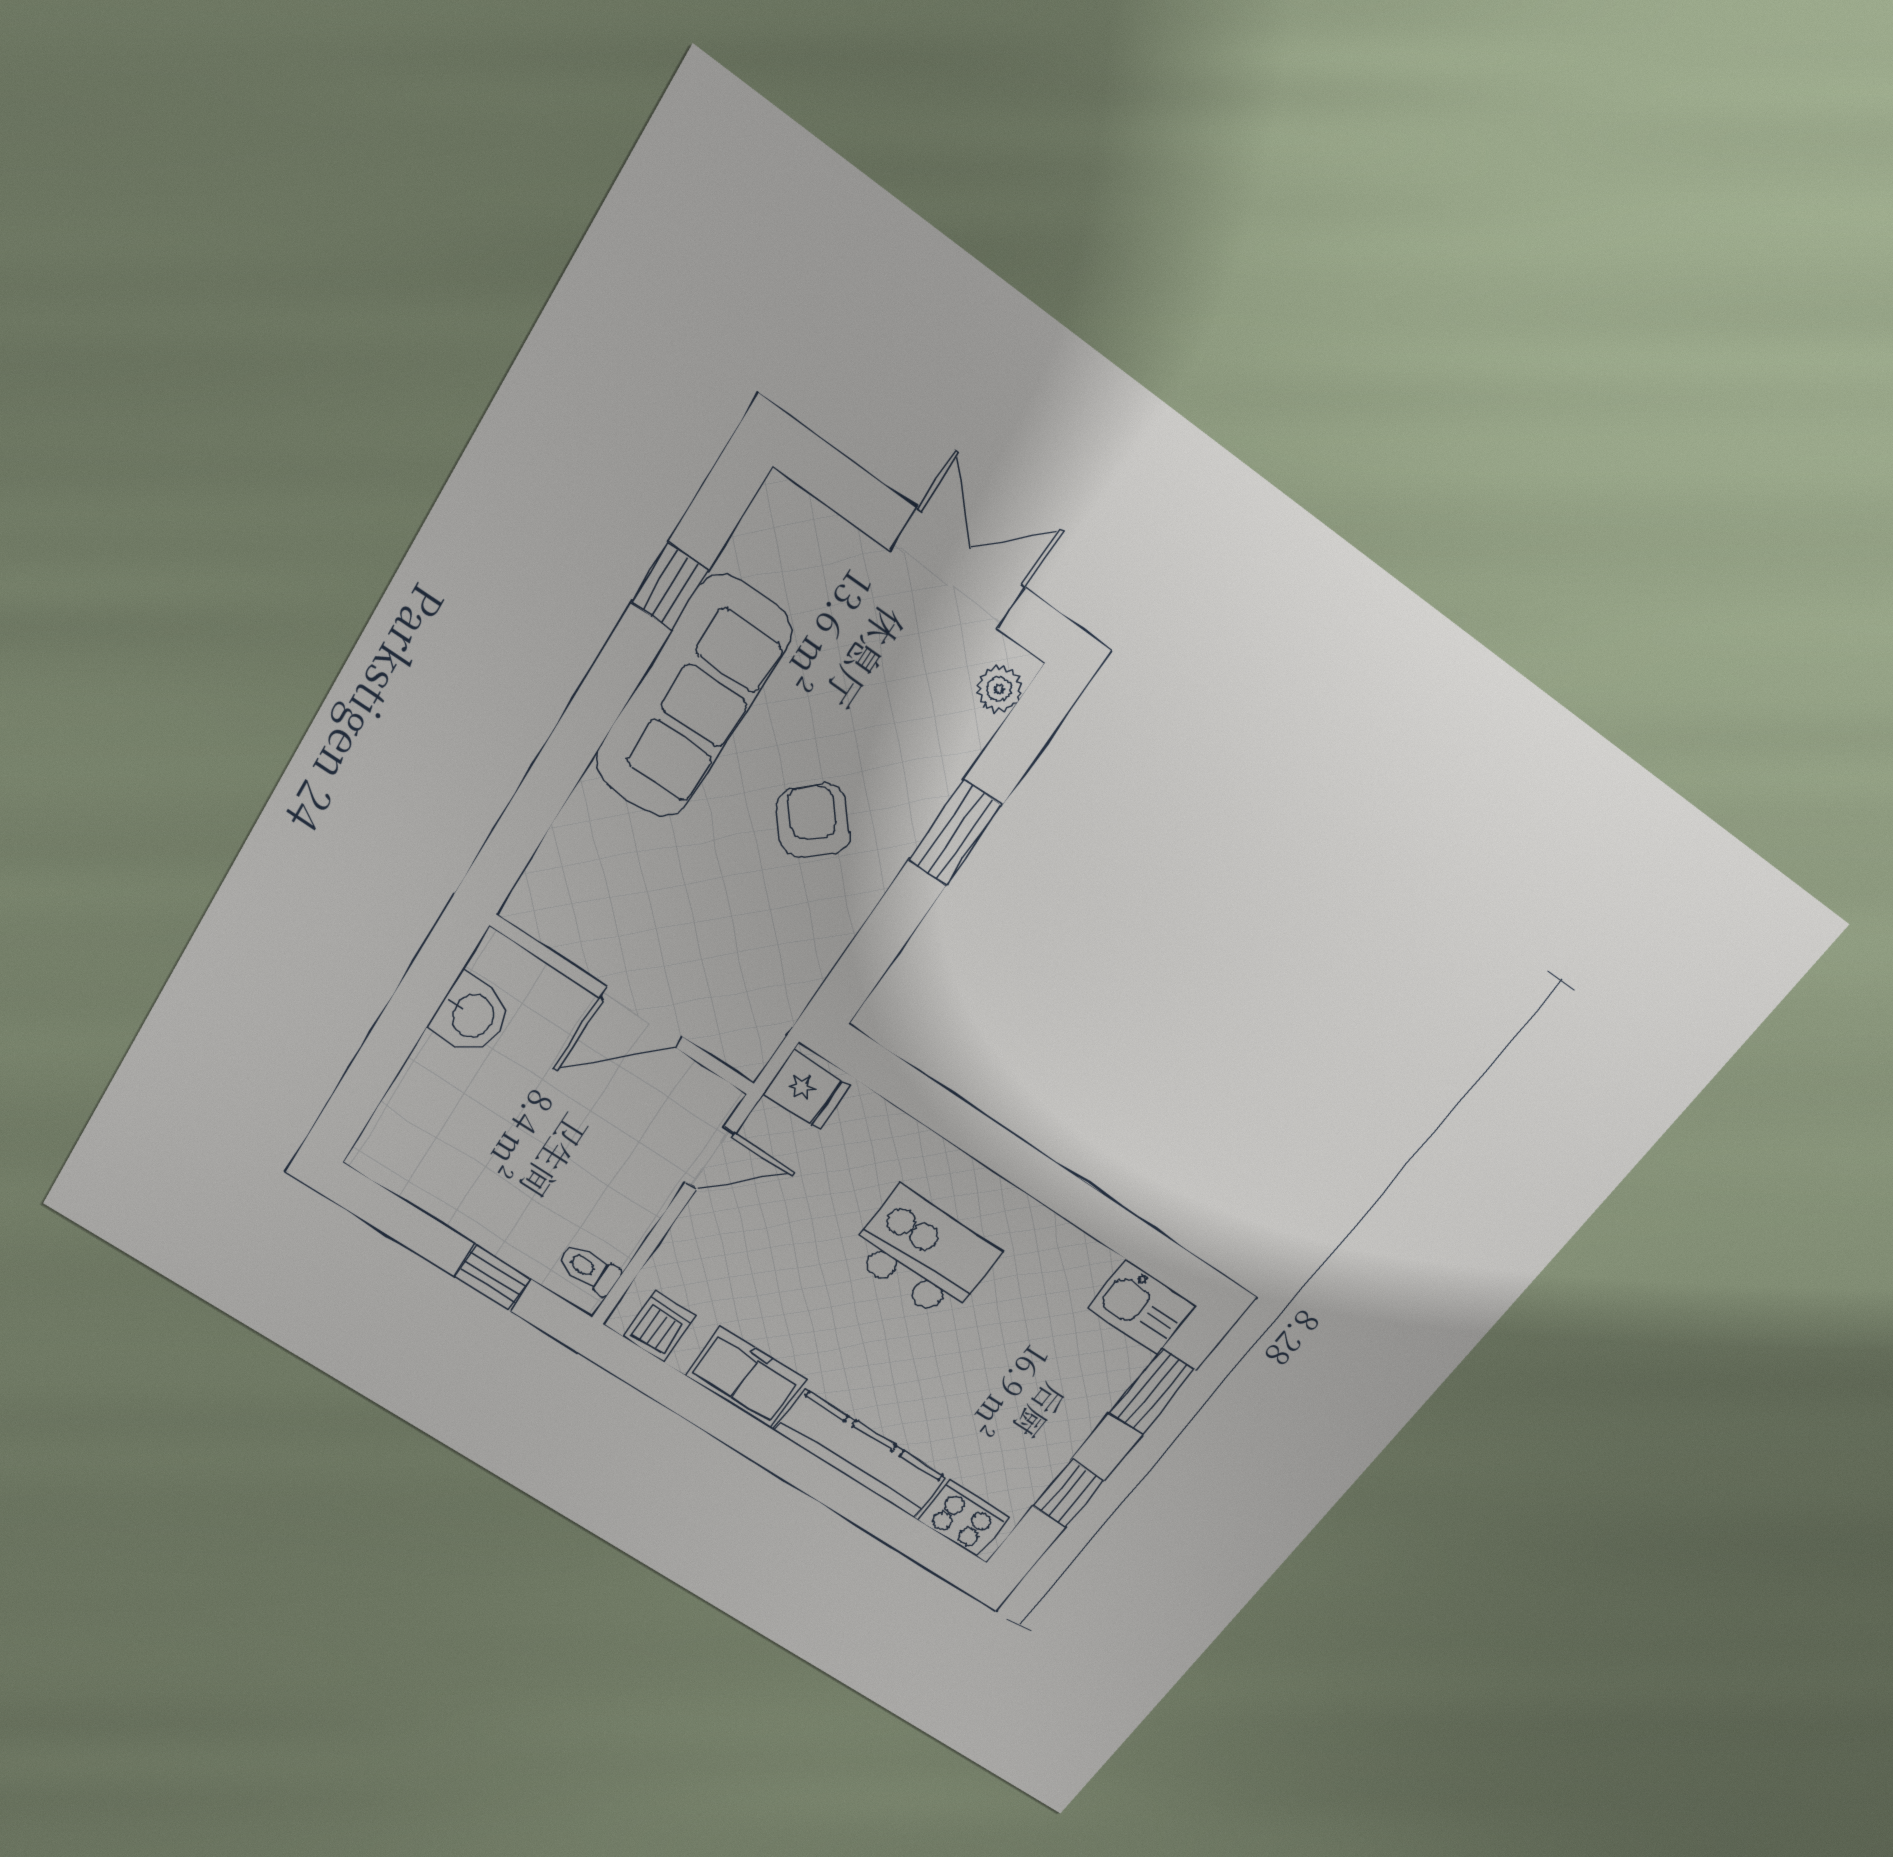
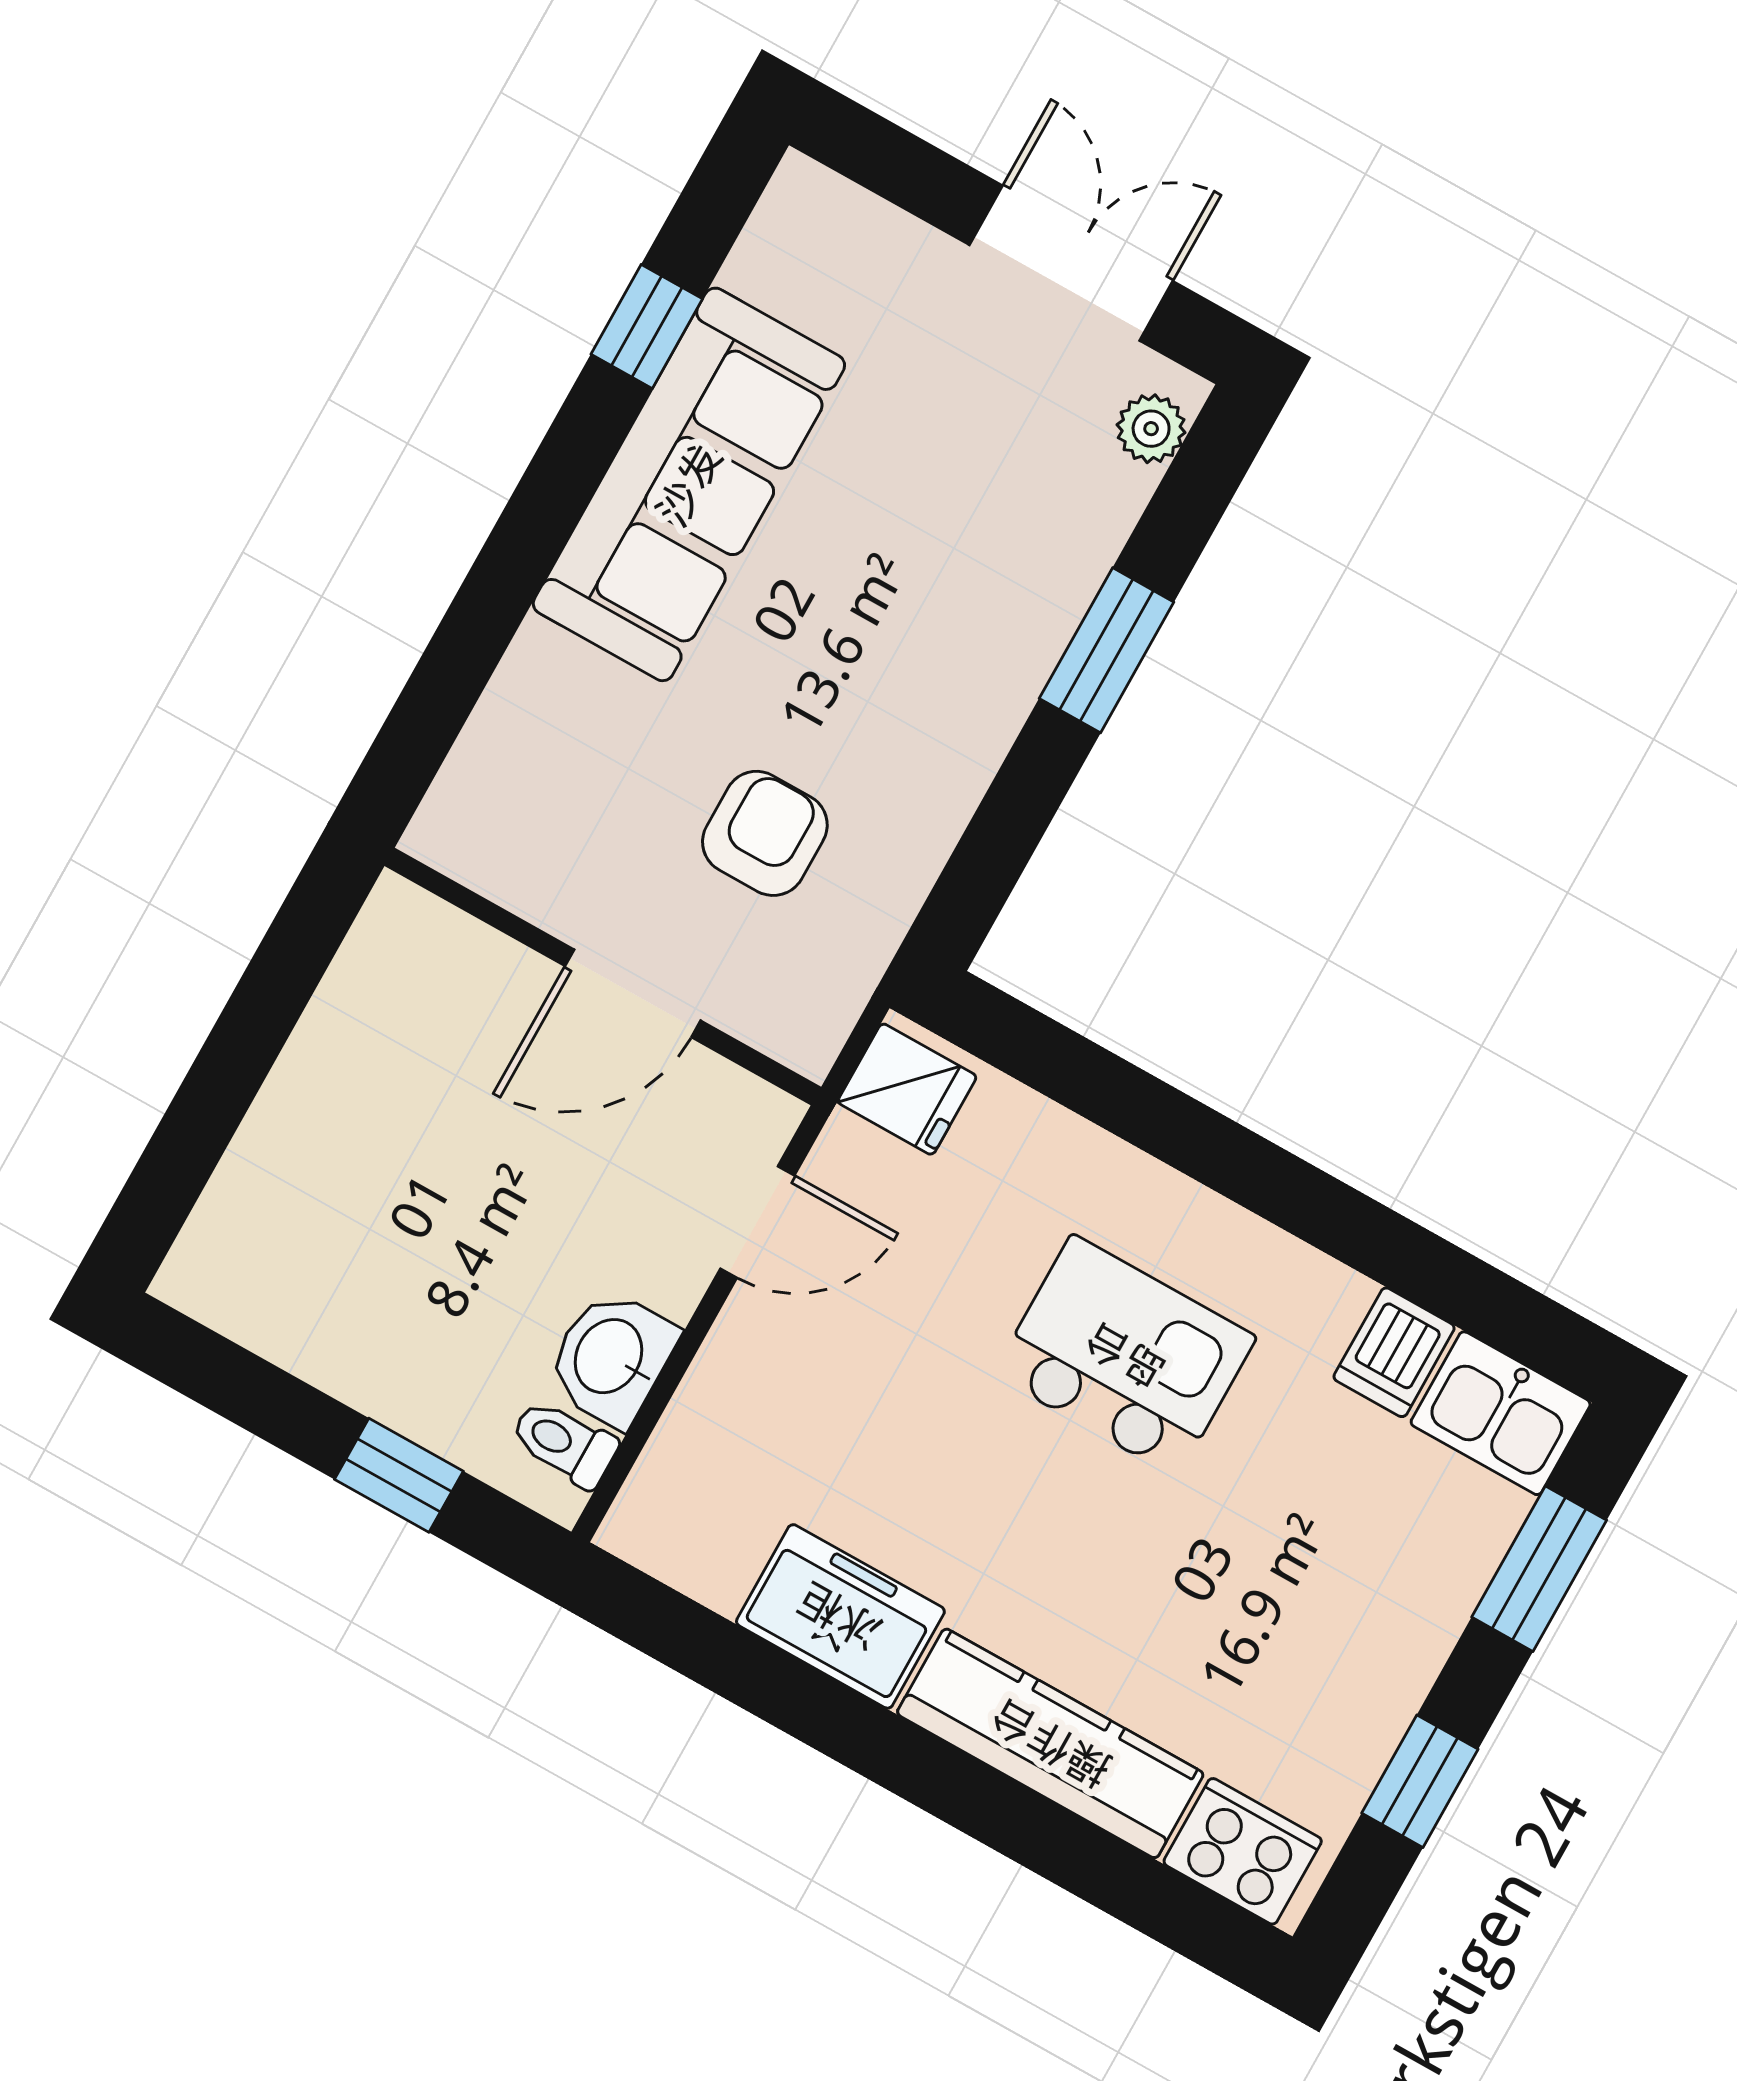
armchair: (813, 821) -> (765, 833), moved, turned 42
washbasin: (471, 1015) -> (611, 1358), moved, turned 180
dishwasher: (660, 1326) -> (1394, 1352), moved, turned 180

